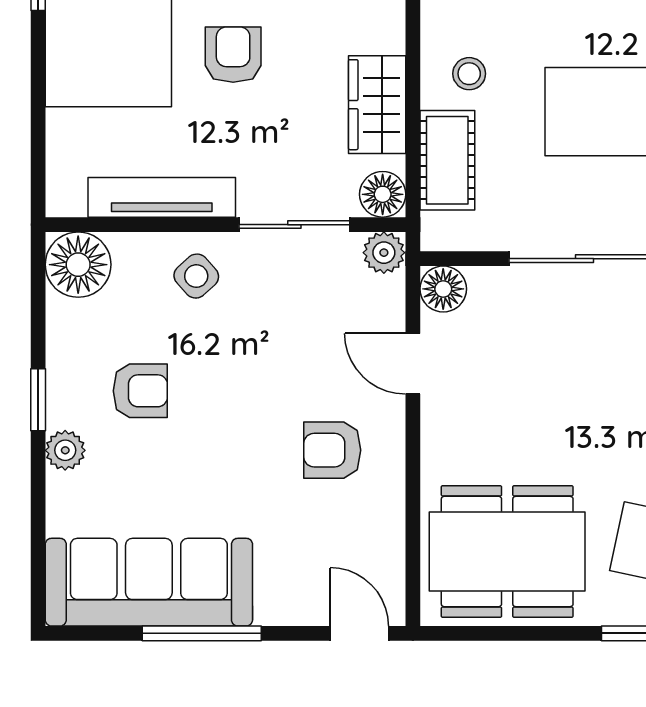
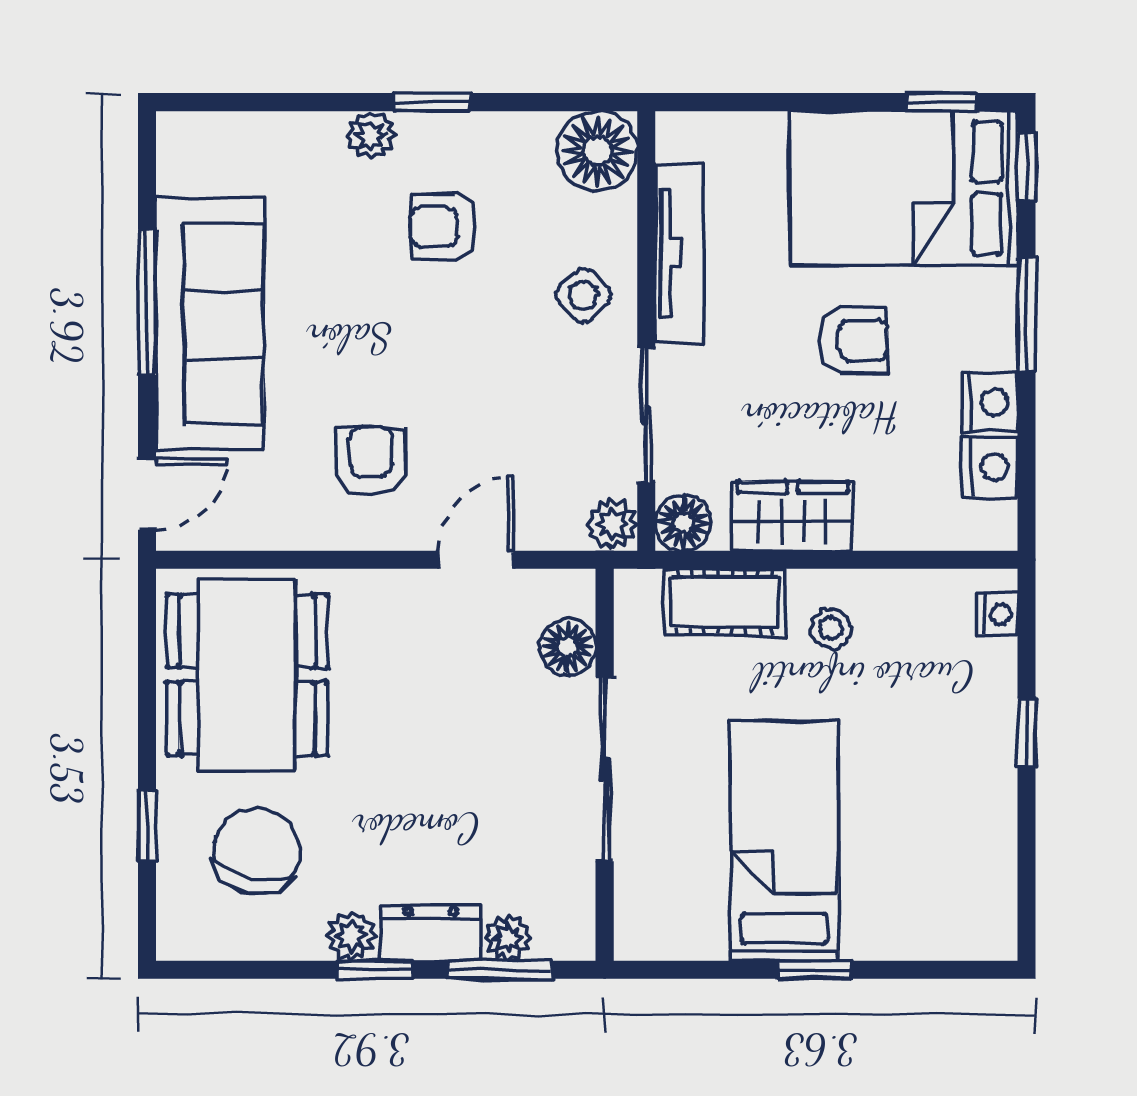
floor lamp: (443, 289) -> (568, 647), moved
armchair: (140, 391) -> (443, 227), turned 90
sofa: (149, 582) -> (210, 324), moved

